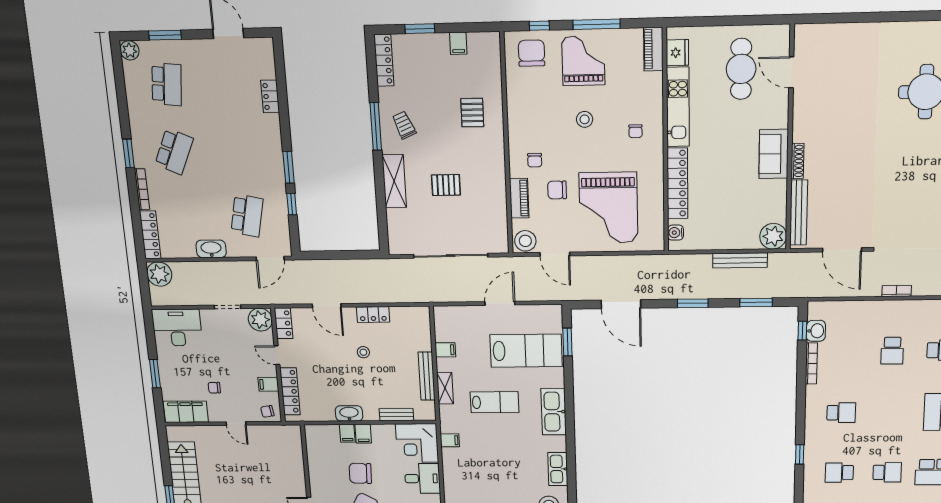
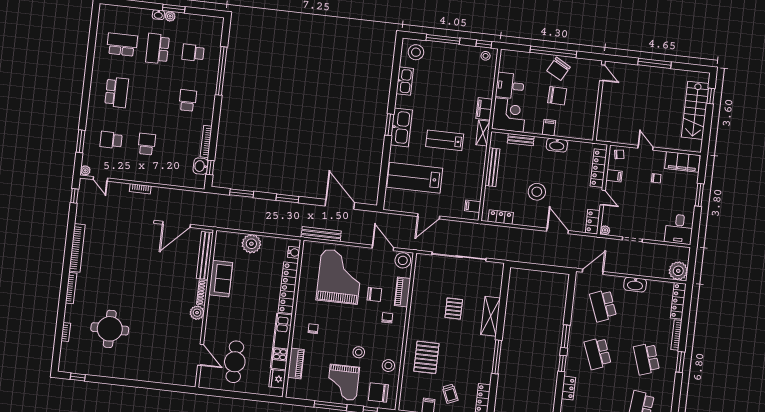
piano: (653, 49) -> (296, 363), moved
chair: (532, 53) -> (378, 392), turned 90
stool: (523, 94) -> (388, 366), added
pallet: (472, 113) -> (426, 357), width x1.50, depth x1.42
stool: (585, 119) -> (359, 352), moved
trolley: (404, 125) -> (450, 394), moved
plant: (802, 132) -> (197, 313), added
school desk: (241, 150) -> (598, 353), added
school desk: (174, 151) -> (647, 359), turned -42
sofa: (774, 154) -> (221, 279), moved
pallet: (446, 185) -> (454, 309), turned 90
window: (292, 204) -> (562, 363), moved
school desk: (247, 216) -> (603, 306), turned -33
plant: (773, 236) -> (251, 244), moved
door: (842, 250) -> (176, 224), swing flipped
bench: (740, 260) -> (321, 234), moved
locker: (373, 315) -> (501, 217), moved
plant: (260, 320) -> (605, 230), width x0.53, depth x0.53
desk: (177, 328) -> (679, 229), width x0.73
window: (567, 342) -> (389, 125), moved
filing cabinet: (445, 350) -> (473, 206), moved
stool: (363, 352) -> (537, 192), width x1.89, depth x1.89
shelving: (445, 388) -> (483, 133), moved
school desk: (841, 413) -> (188, 100), turned 90
filing cabinet: (347, 433) -> (561, 129), removed
filing cabinet: (450, 440) -> (484, 109), width x2.00
window: (800, 454) -> (221, 71), width x3.17
school desk: (887, 472) -> (158, 49), width x1.85
school desk: (839, 473) -> (193, 53), turned 180

